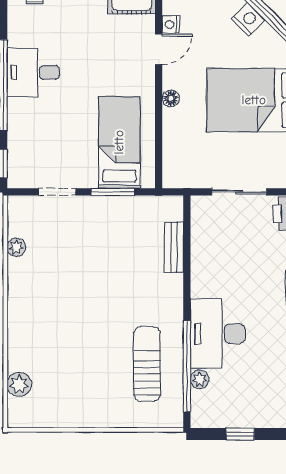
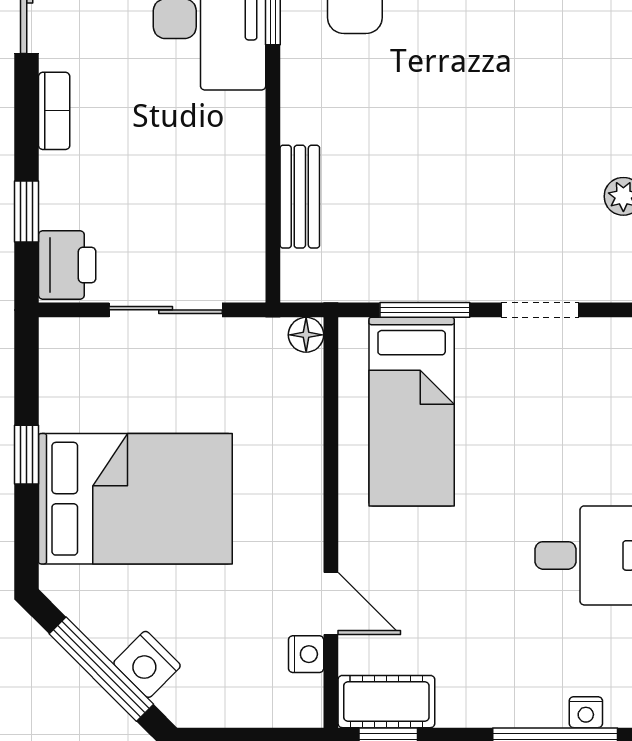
door: (159, 49) -> (331, 603), swing flipped
floor lamp: (171, 98) -> (306, 335), moved

